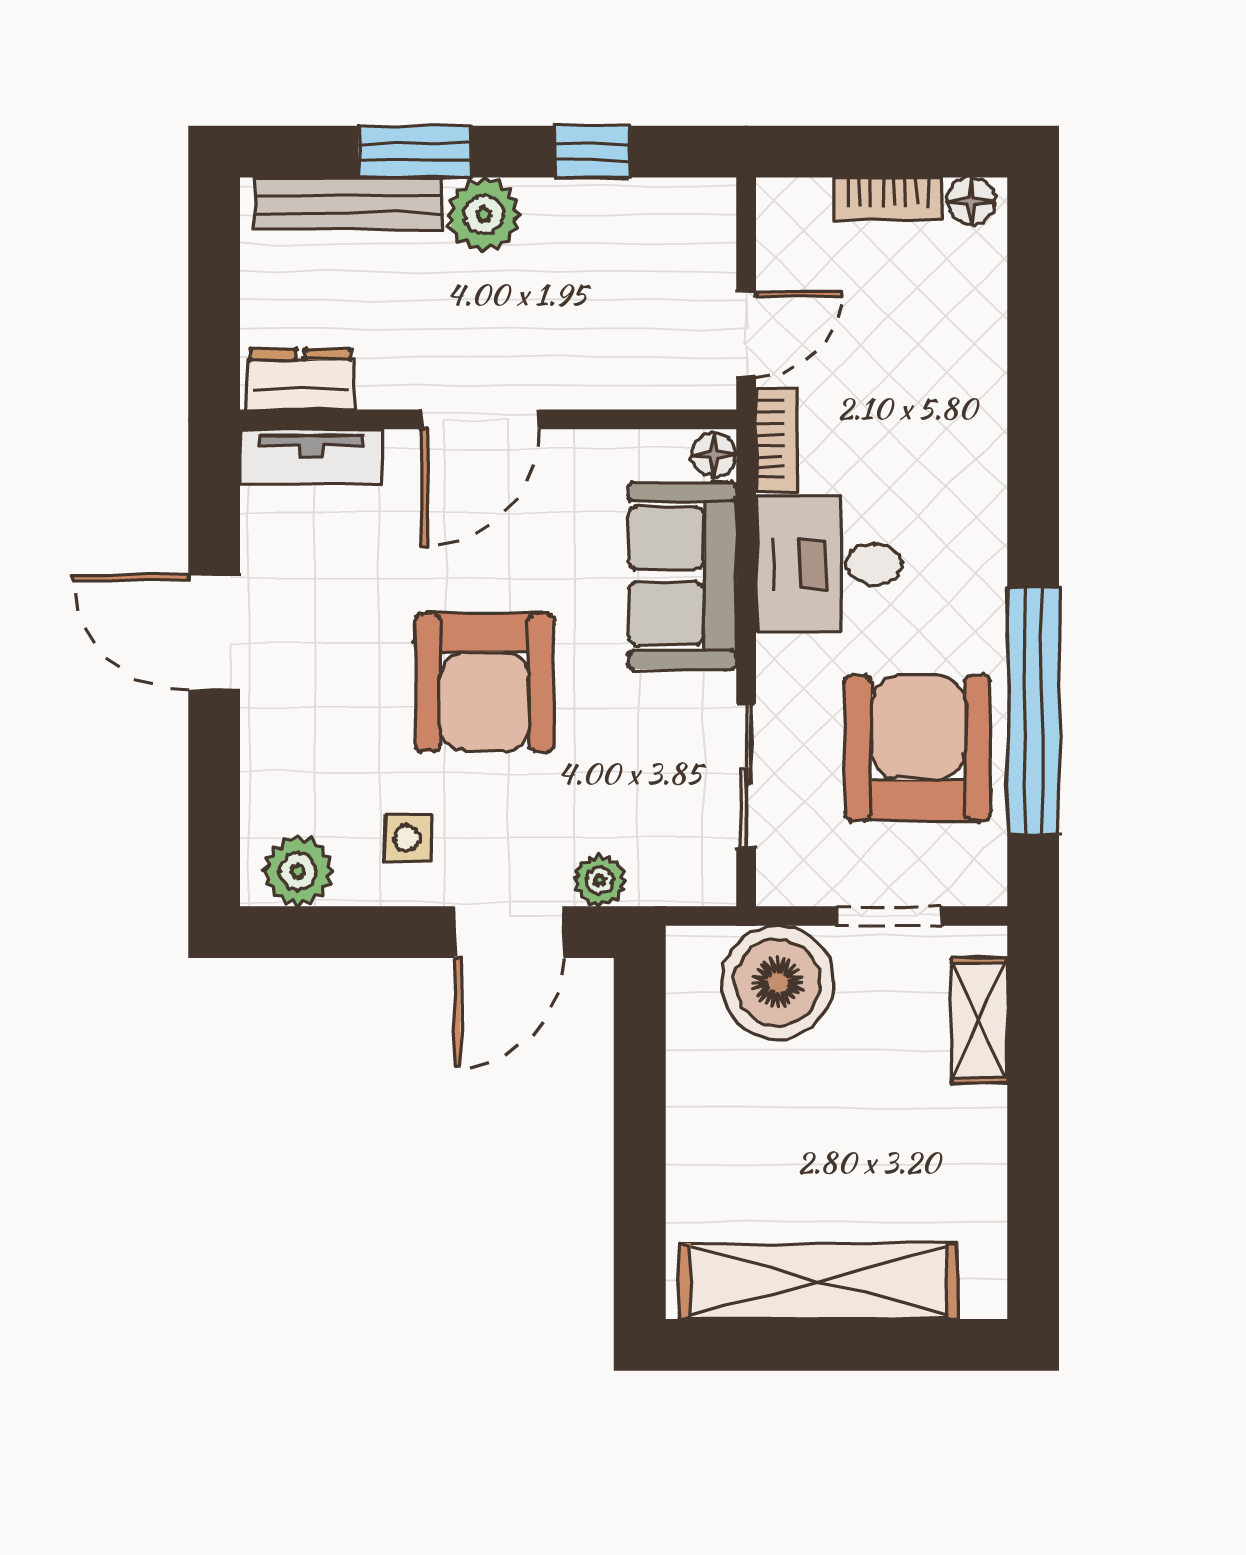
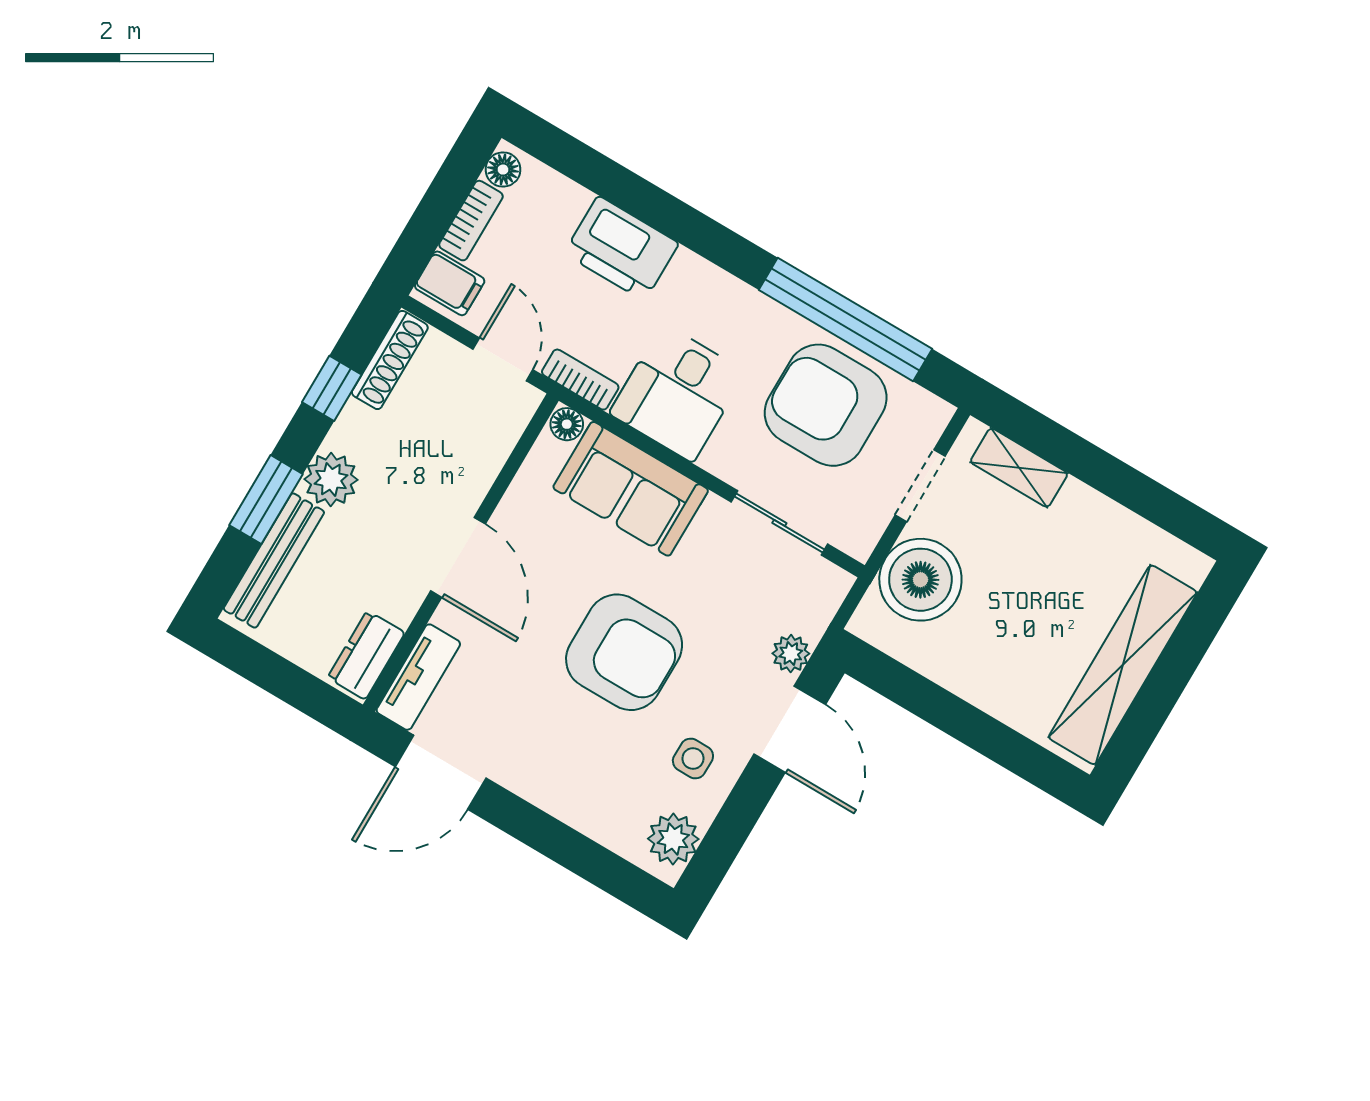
shoe rack: (666, 201) -> (390, 360), added
filing cabinet: (799, 218) -> (450, 283), added
printer: (961, 396) -> (621, 248), added
door: (214, 633) -> (441, 772), moved

